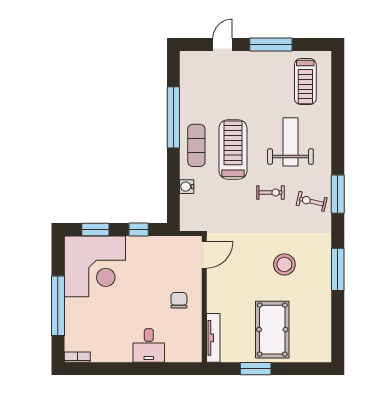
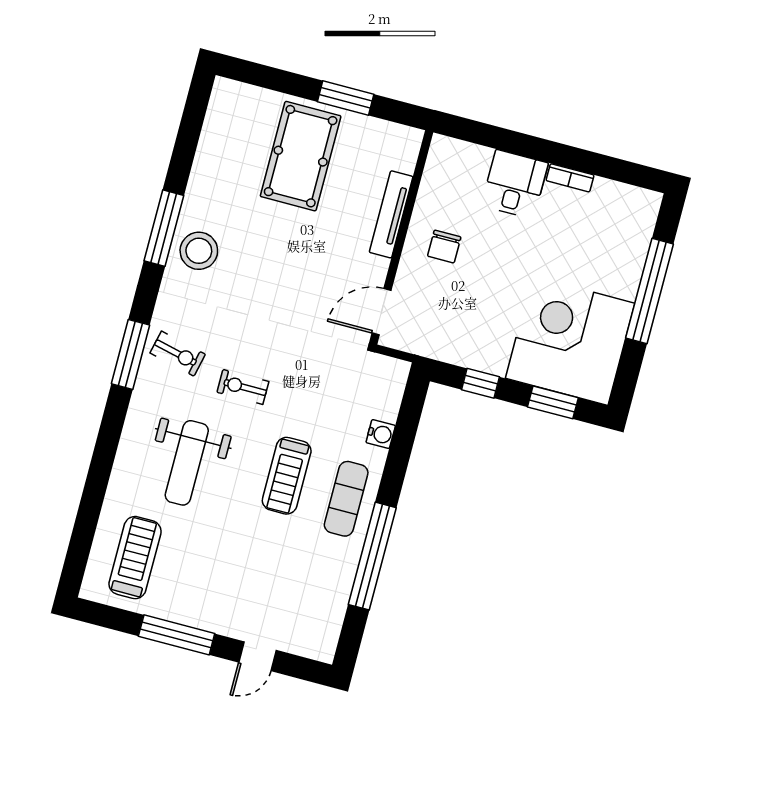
treadmill: (233, 150) -> (287, 476), width x0.73, depth x0.73
stool: (284, 264) -> (199, 251), moved
tv unit: (213, 338) -> (391, 214), moved
bookcase: (77, 357) -> (570, 178), moved

